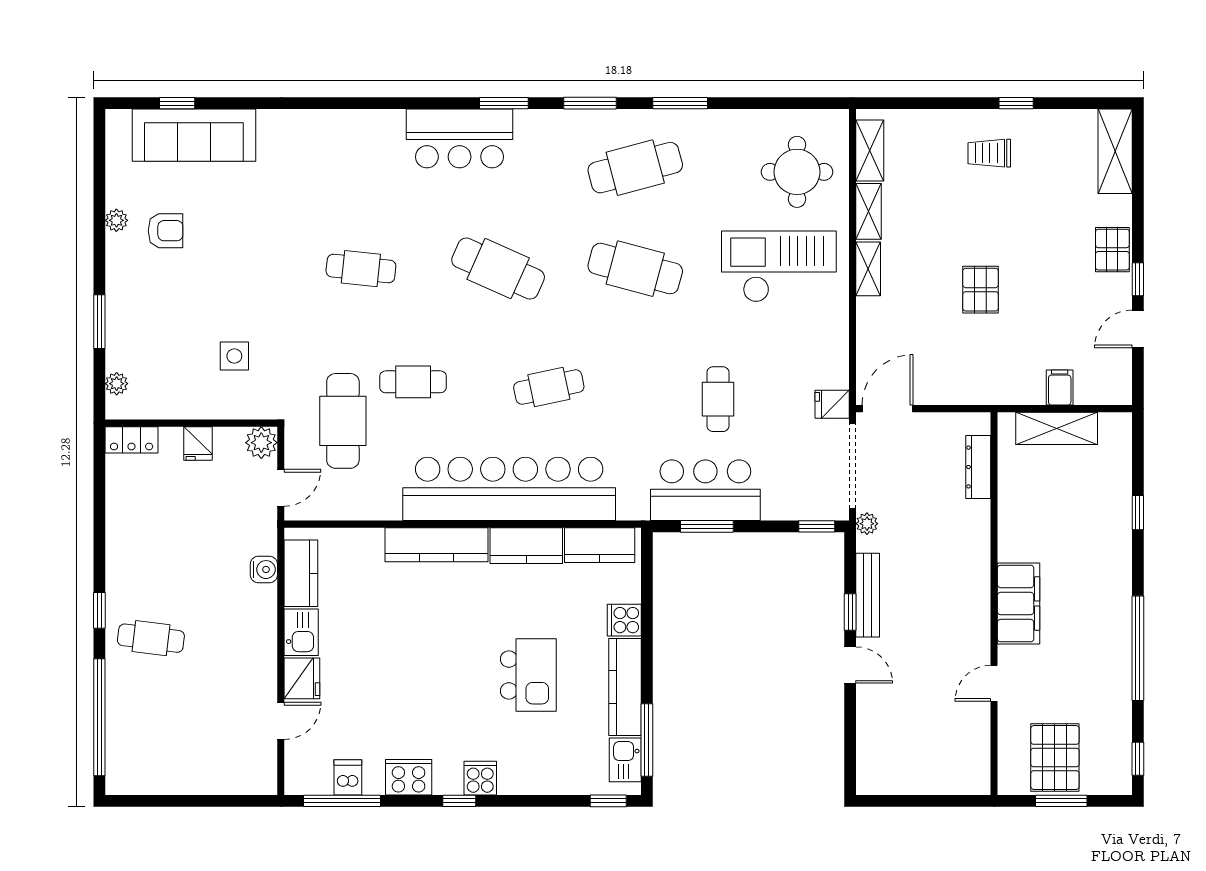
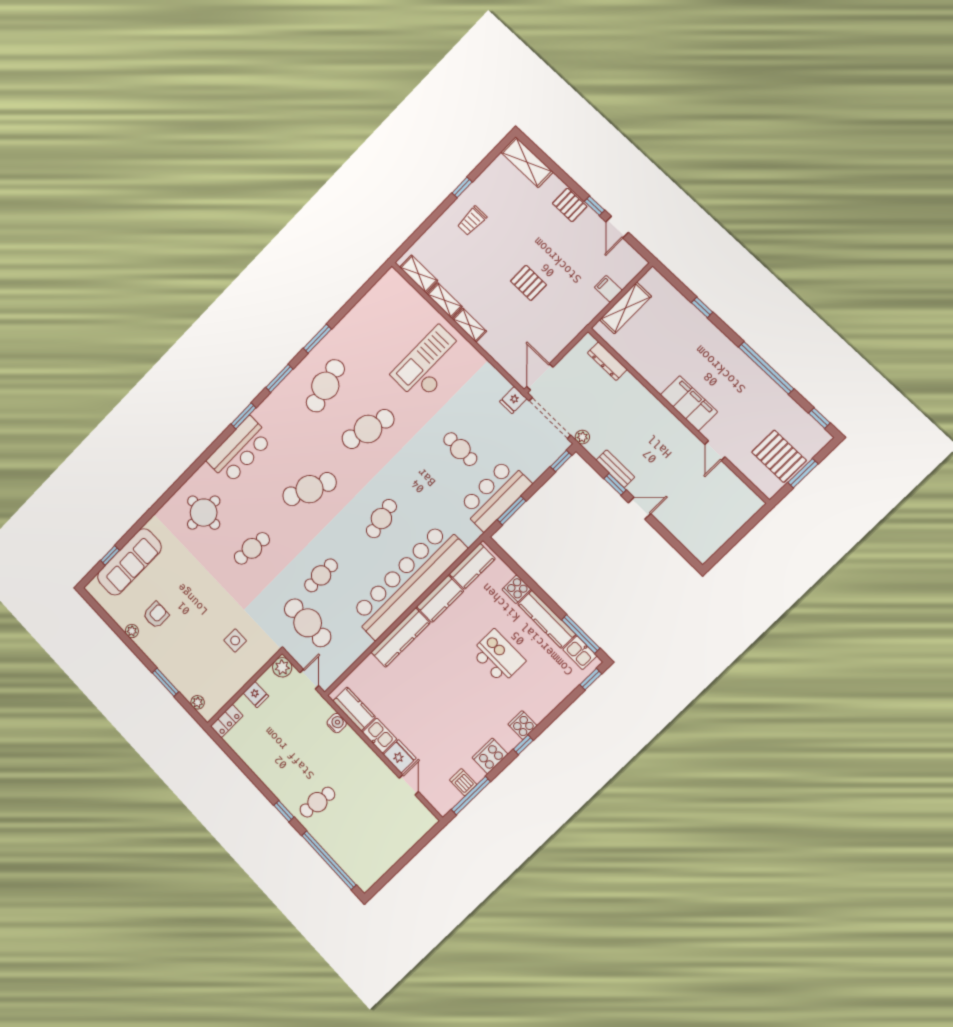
round table: (797, 172) -> (204, 513), moved
bench: (868, 595) -> (615, 469), width x0.73

